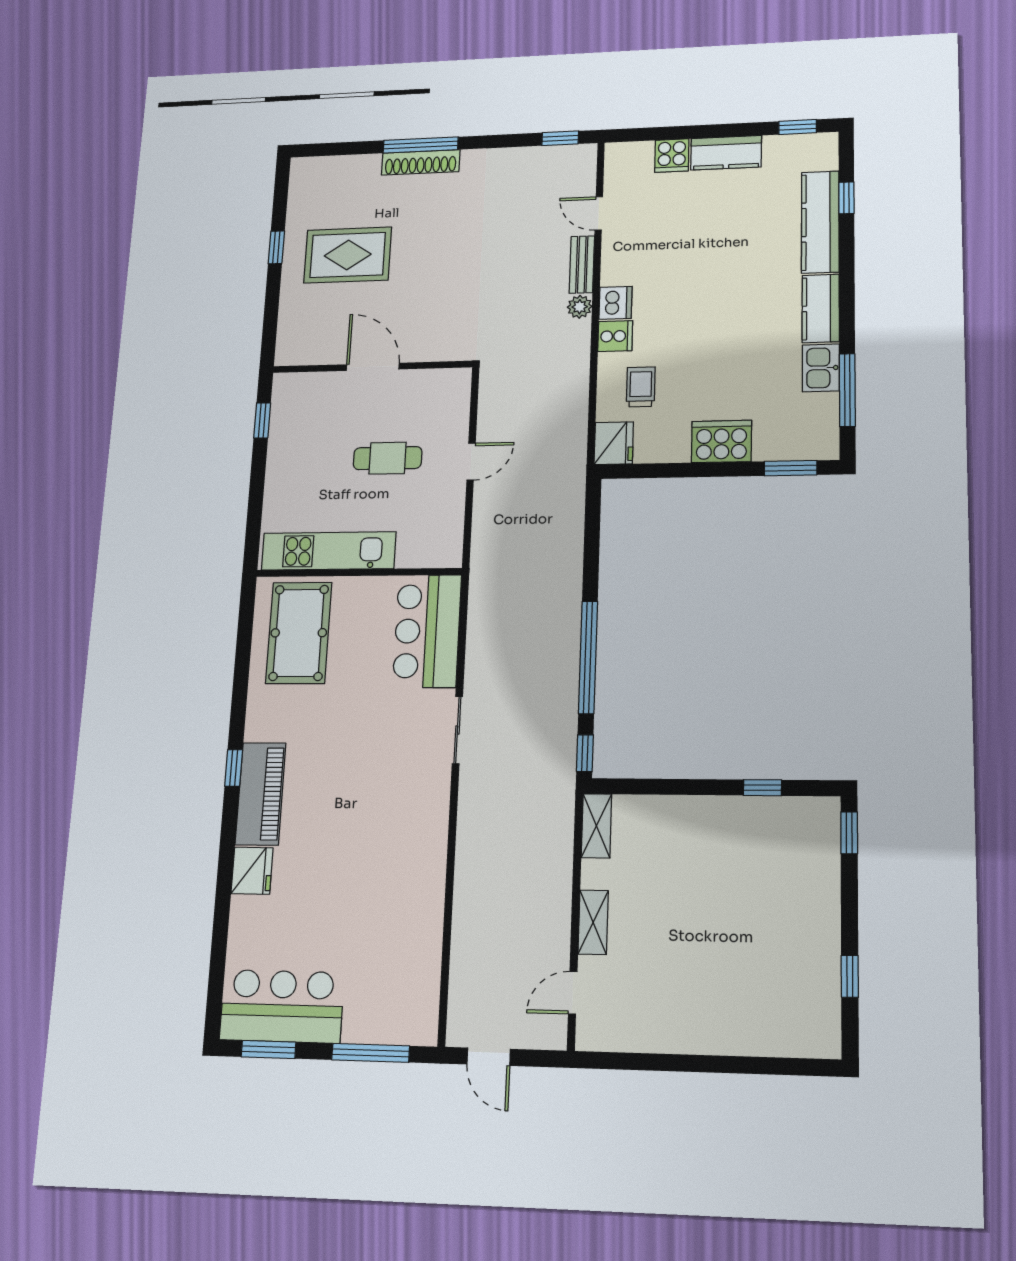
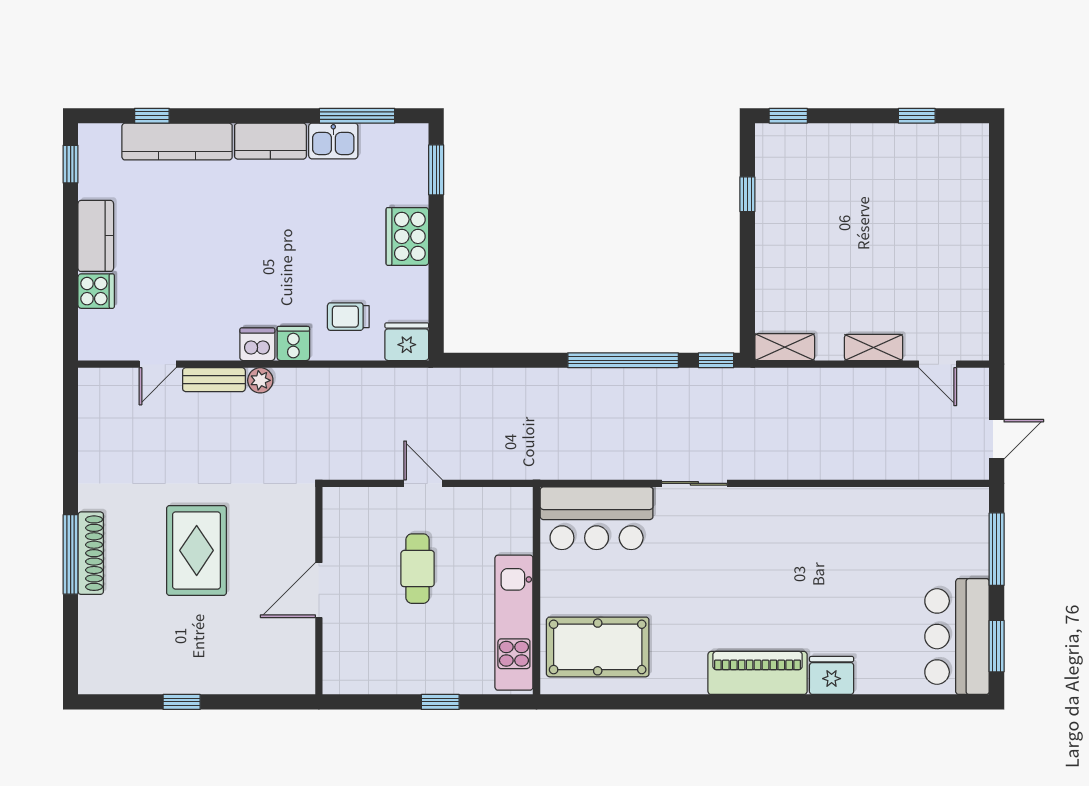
window: (560, 138) -> (71, 407), removed
rug: (348, 255) -> (197, 550), moved
window: (262, 420) -> (440, 702), moved
window: (234, 768) -> (733, 702), removed

